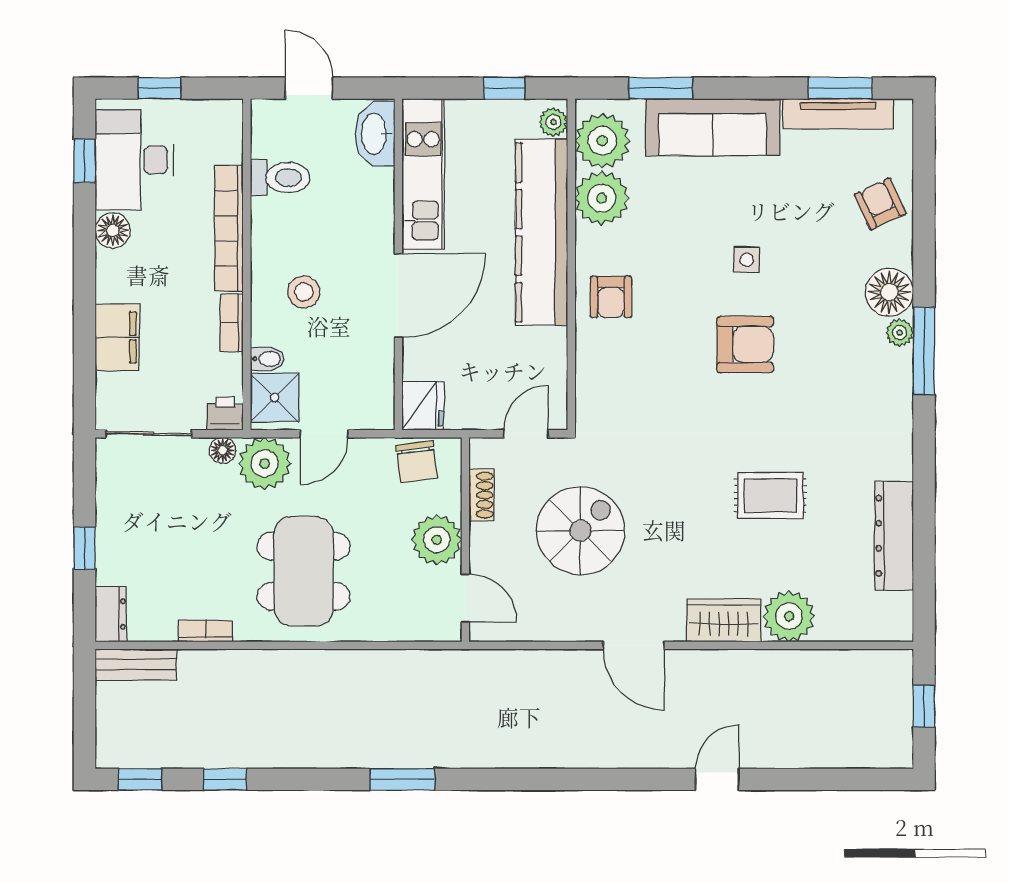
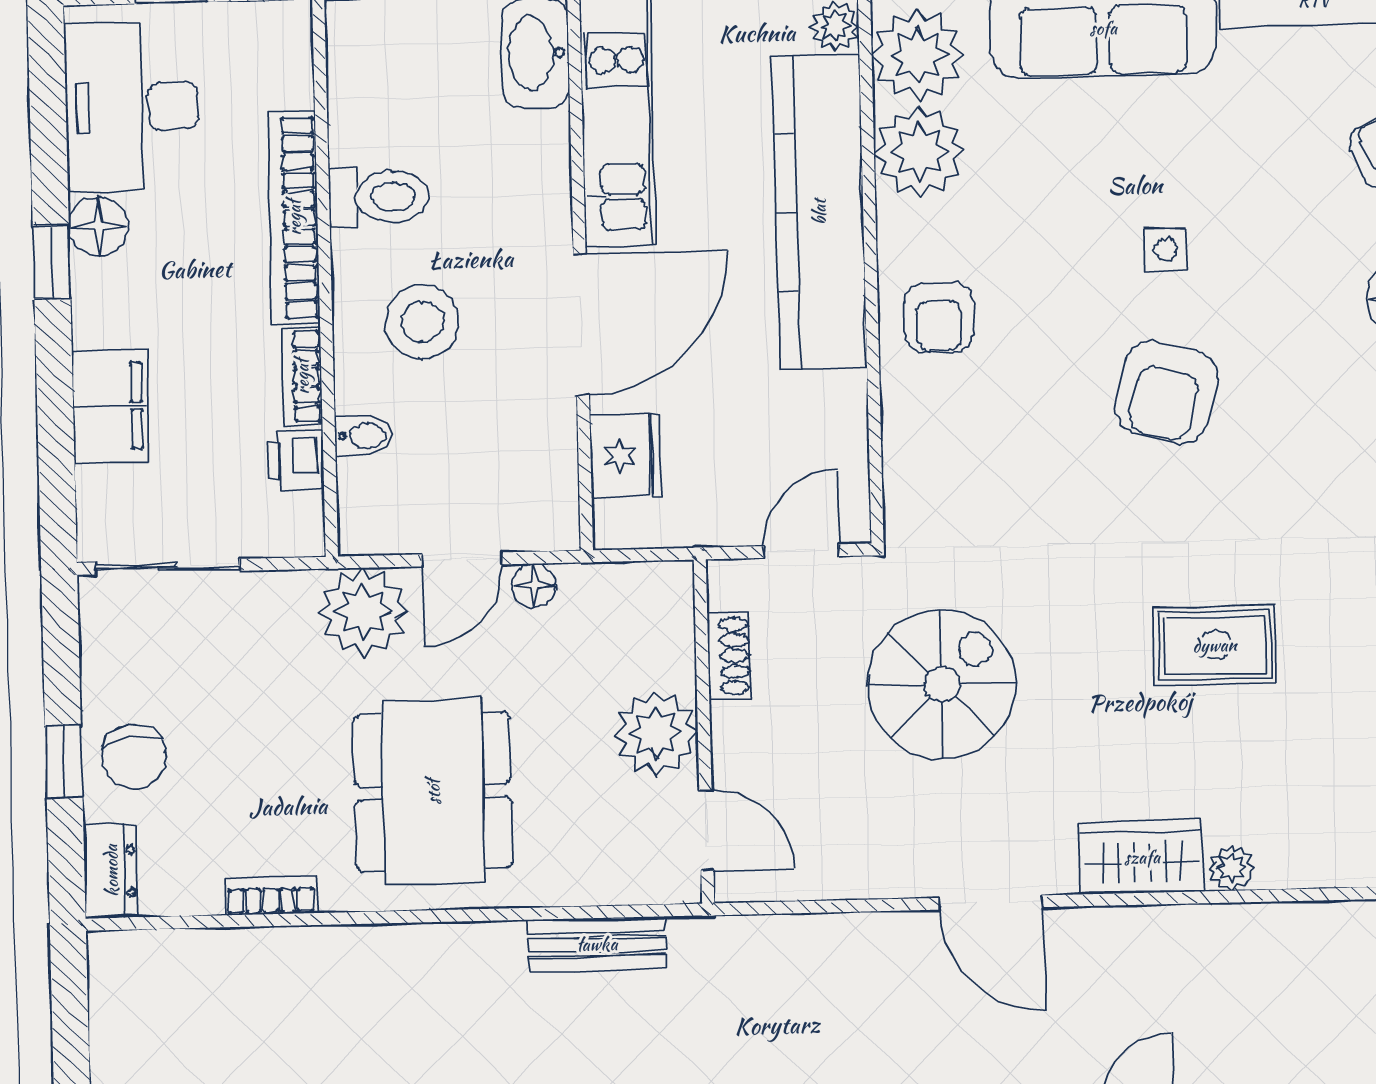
window: (85, 161) -> (52, 262), moved
toilet: (280, 177) -> (379, 197), moved
stool: (304, 292) -> (422, 322), width x1.38, depth x1.38
armchair: (745, 344) -> (1166, 392), turned 105
shower: (275, 398) -> (377, 501), removed
fridge: (423, 406) -> (626, 455), moved
printer: (225, 414) -> (296, 461), moved, turned -90
floor lamp: (223, 450) -> (534, 586), moved
chair: (417, 462) -> (134, 757), moved
spiral stairs: (580, 531) -> (942, 684), moved
plant: (789, 616) -> (1232, 868), width x0.53, depth x0.53
bench: (136, 664) -> (597, 944), moved

